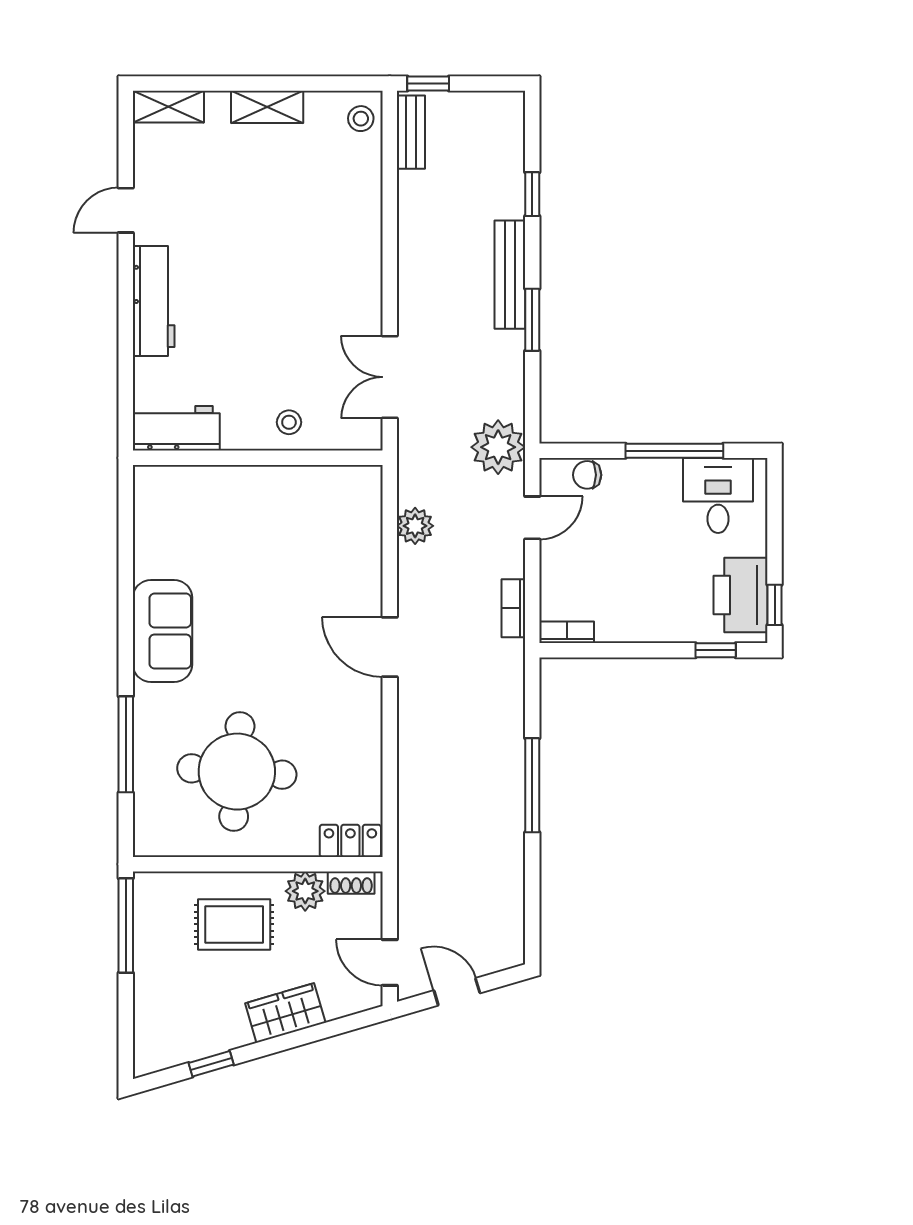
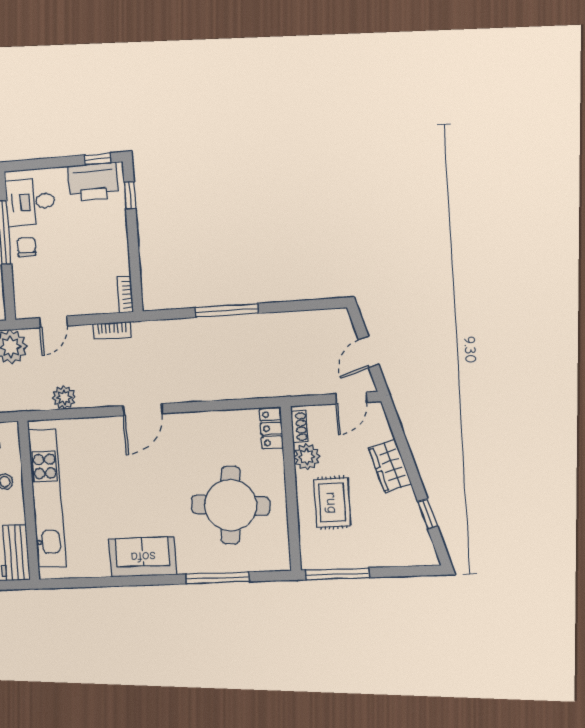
chair: (587, 475) -> (26, 247), moved, turned 180
kitchen unit: (260, 487) -> (47, 498), added
door: (532, 518) -> (53, 322), swing flipped

